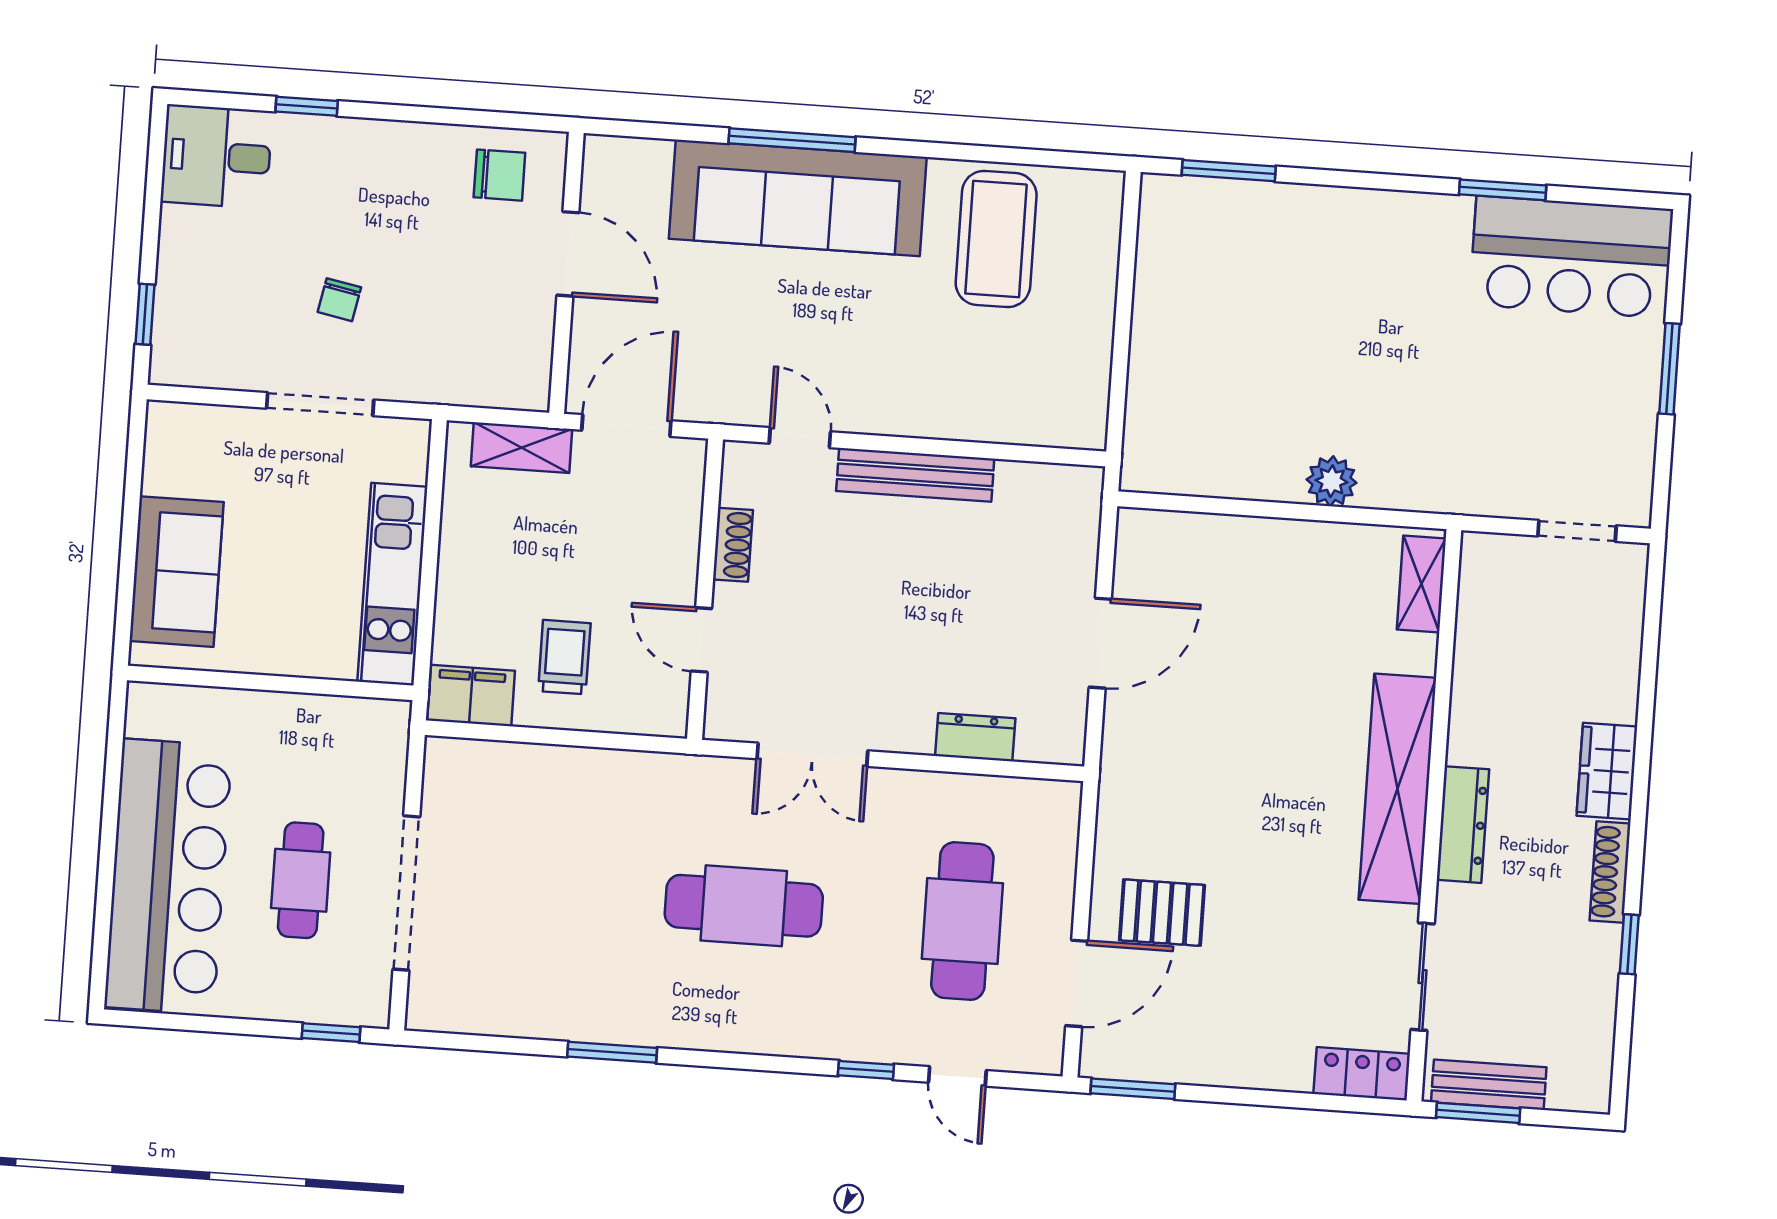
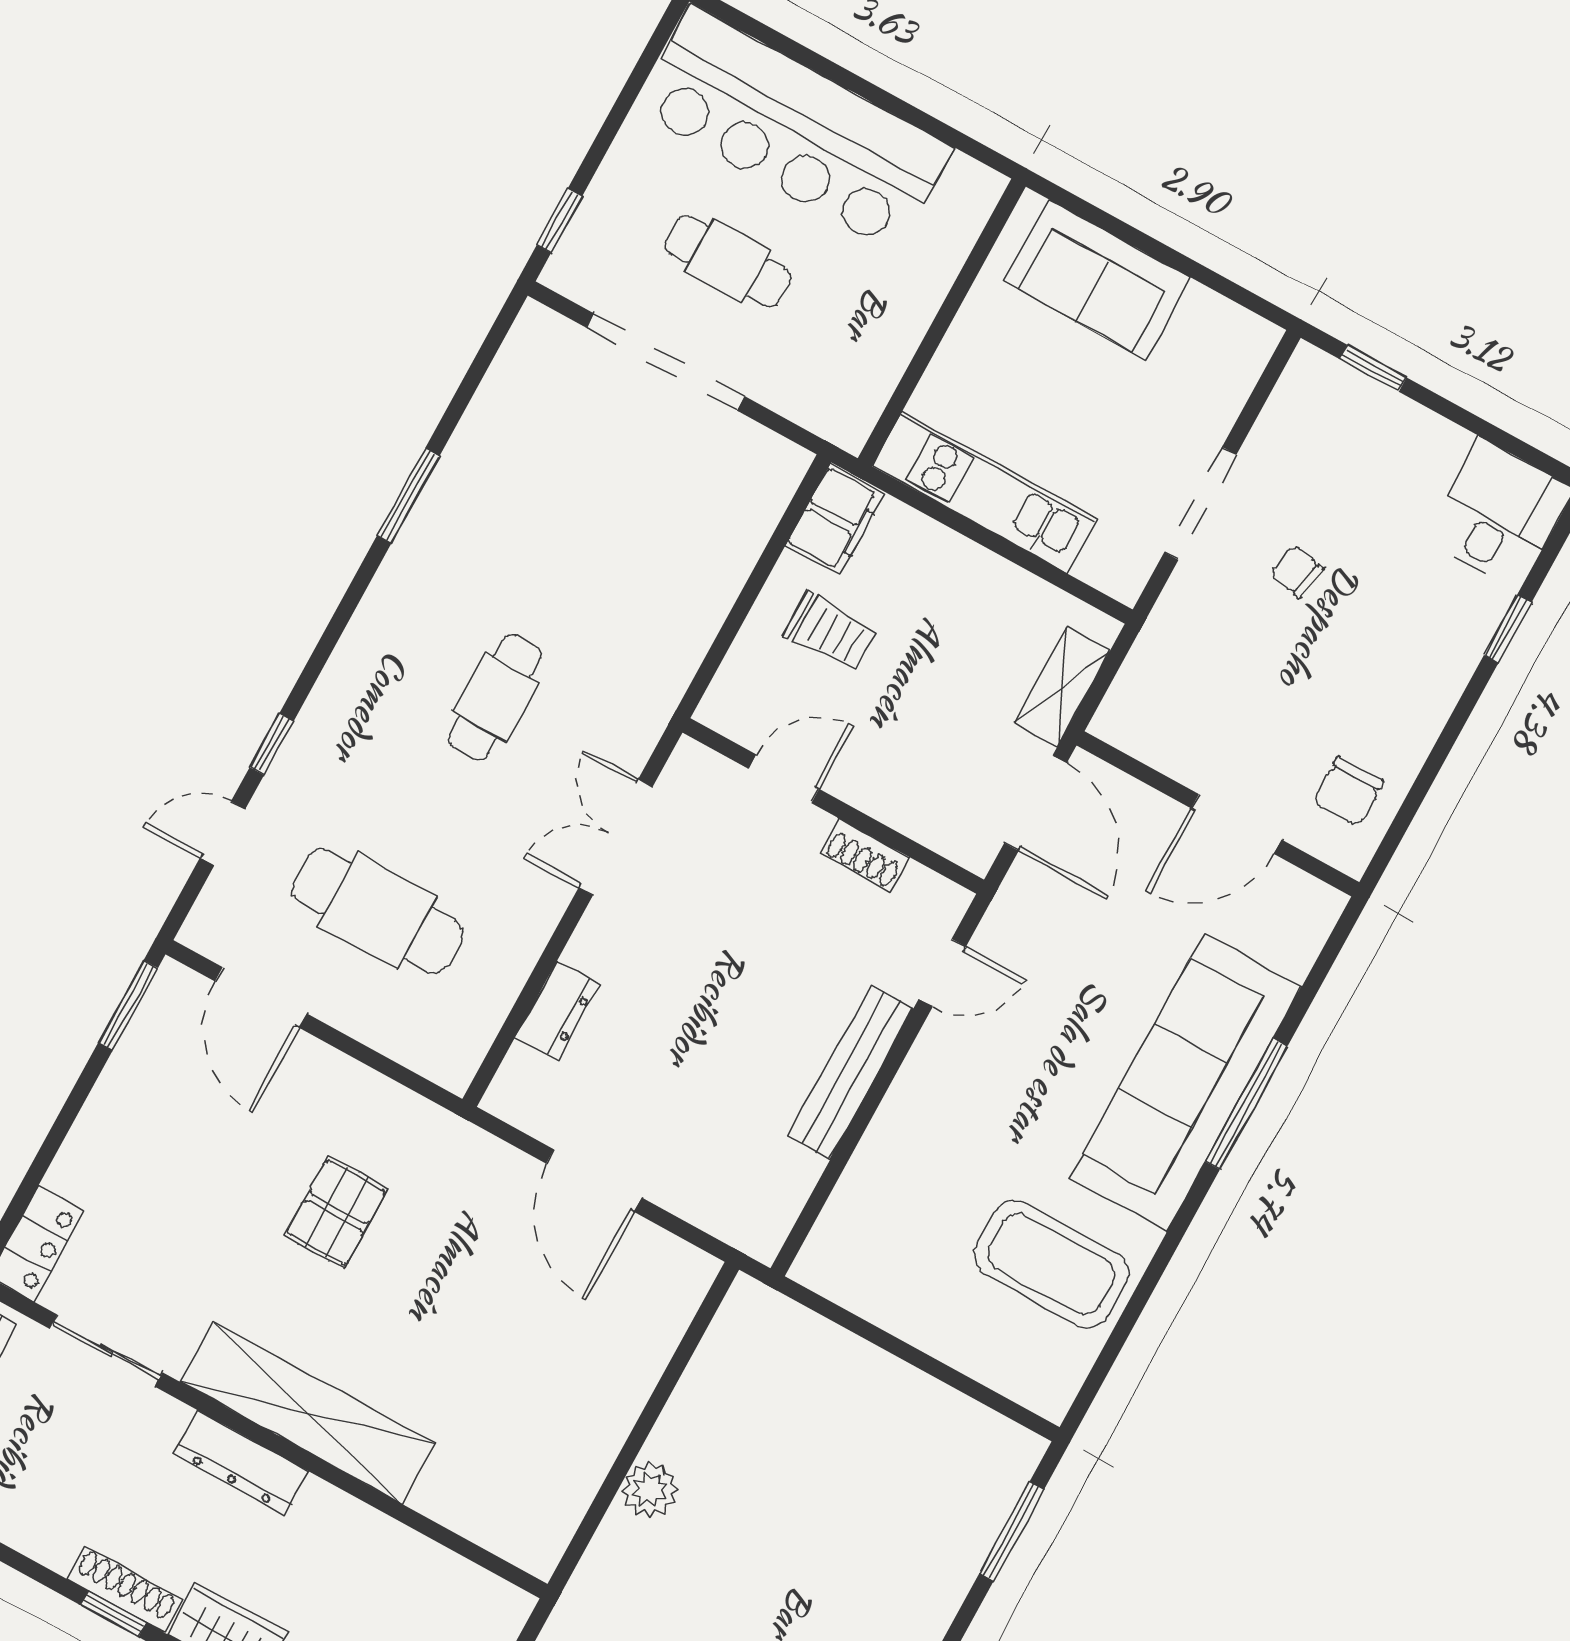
shelving: (1421, 584) -> (504, 1533), removed
cafe table: (744, 906) -> (495, 697), width x0.73, depth x0.74
pallet: (1162, 913) -> (336, 1212), moved
window: (1629, 944) -> (113, 1614), moved

